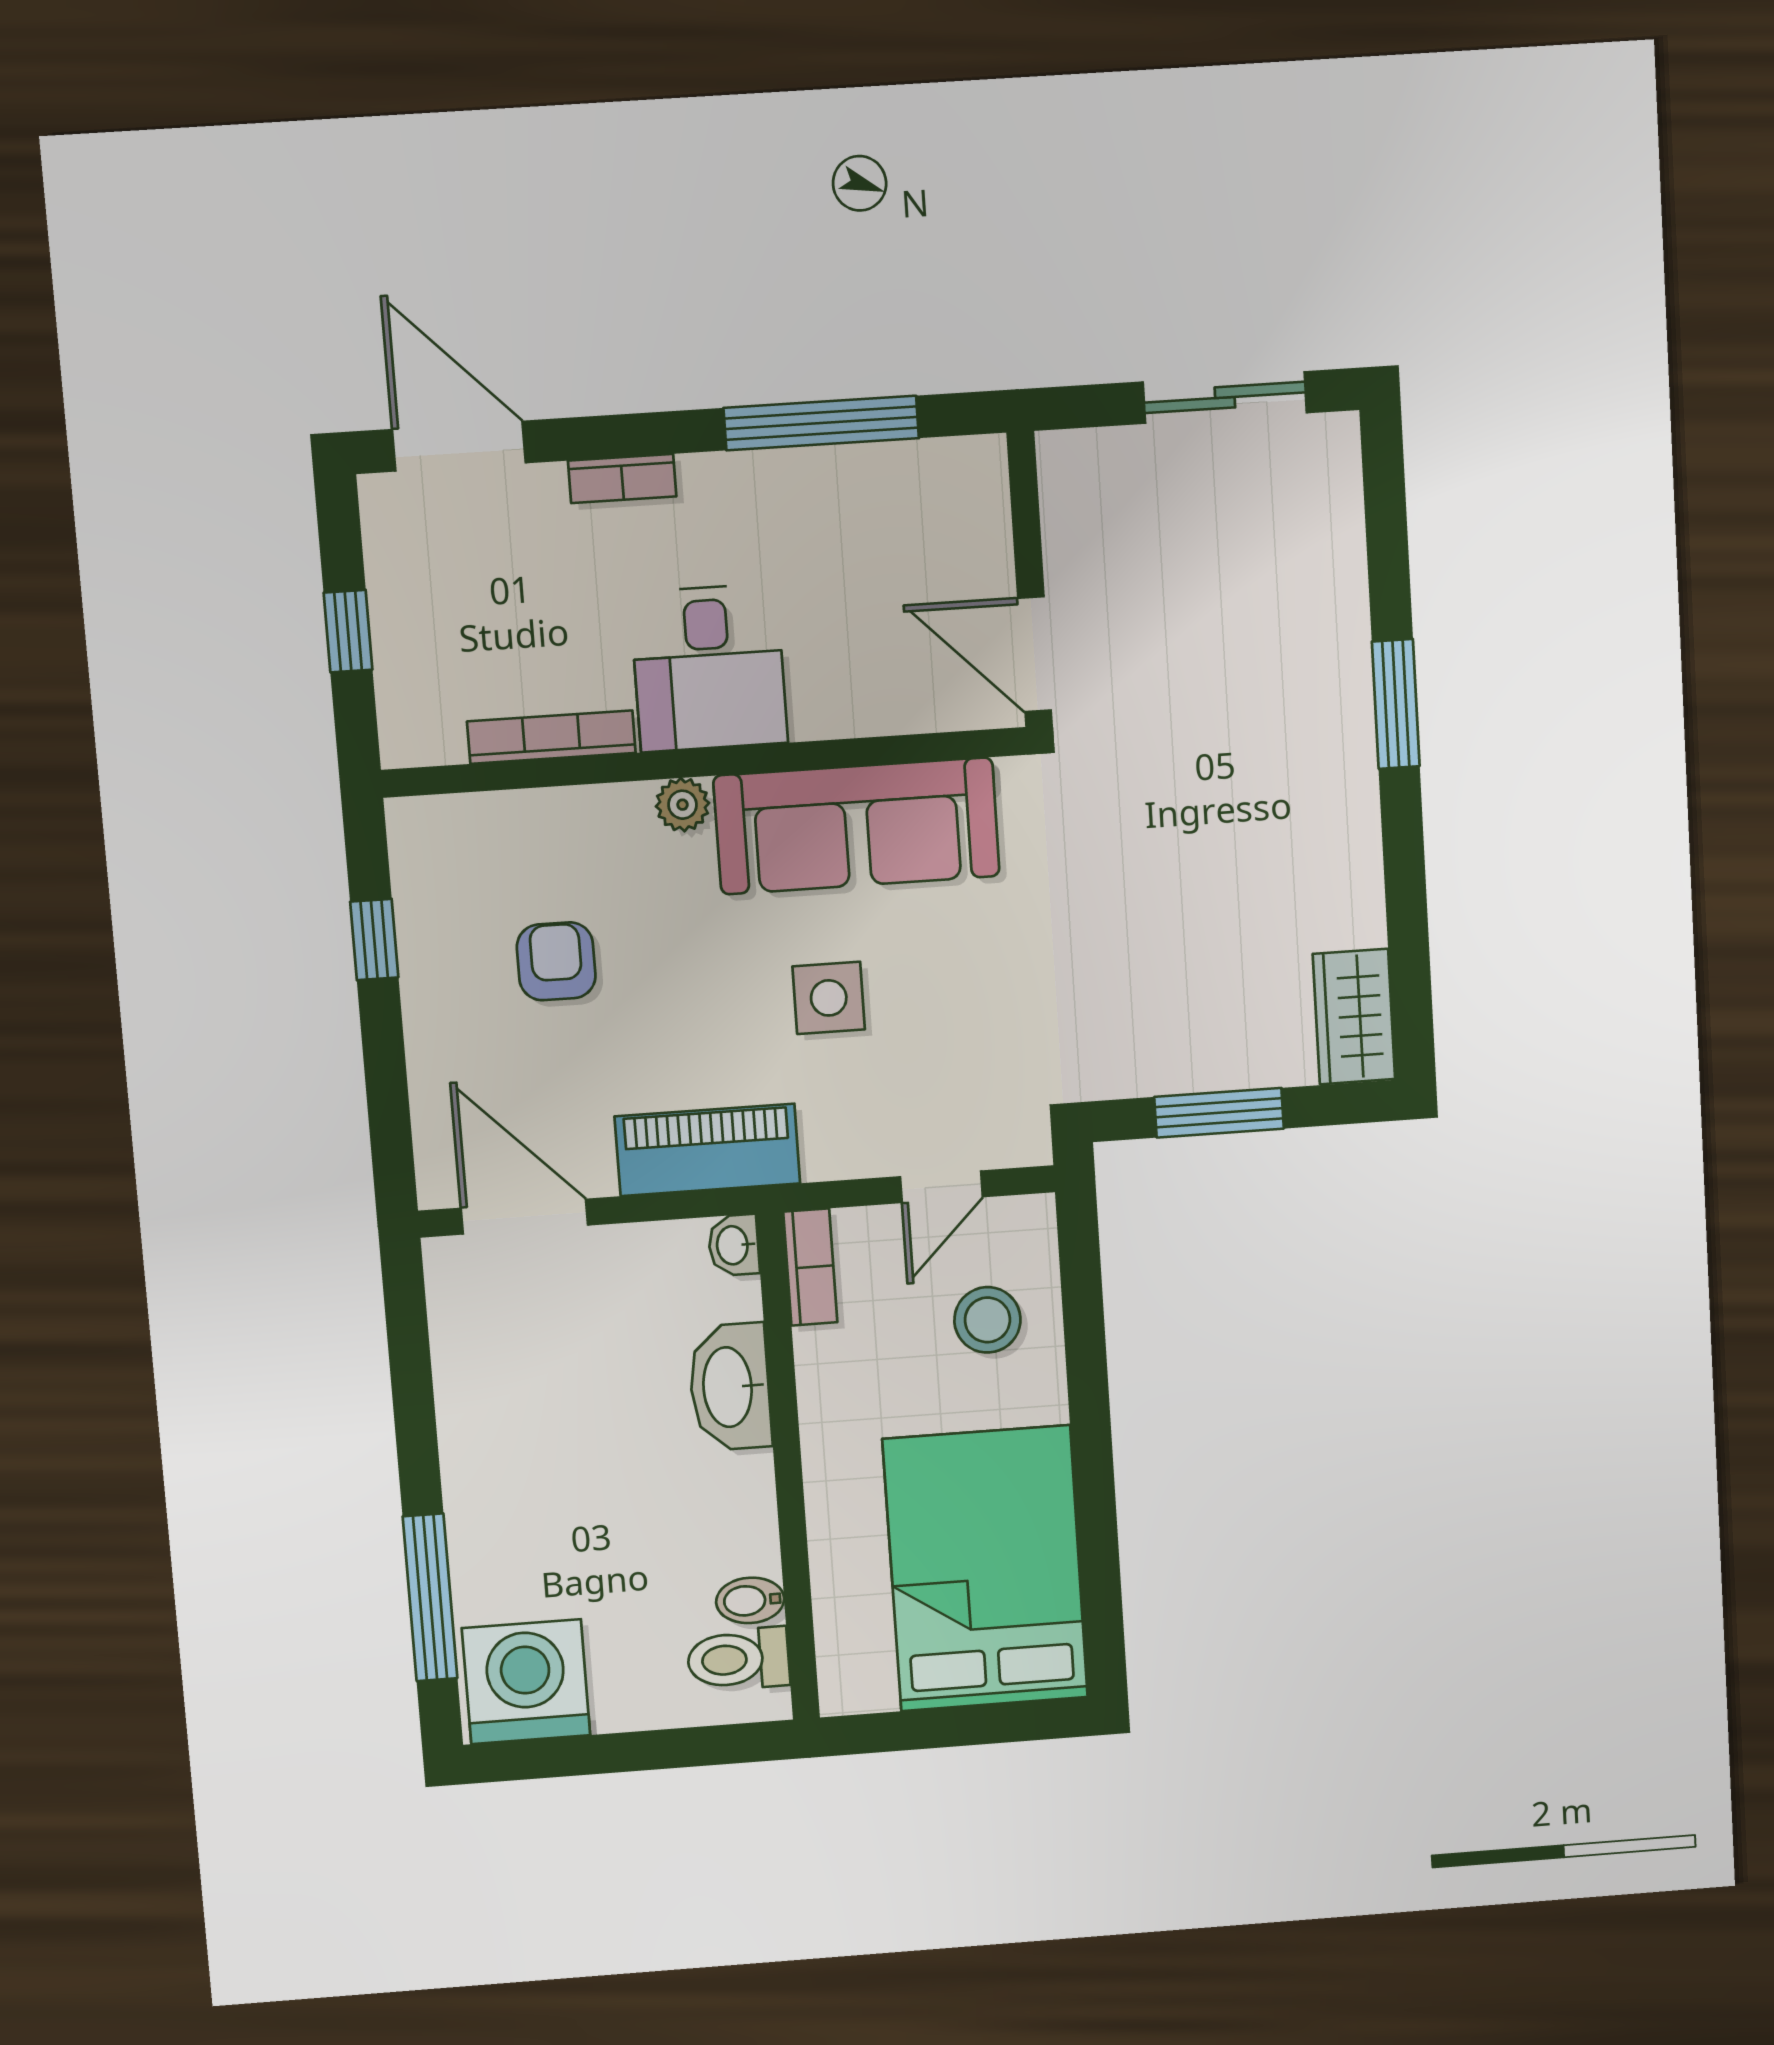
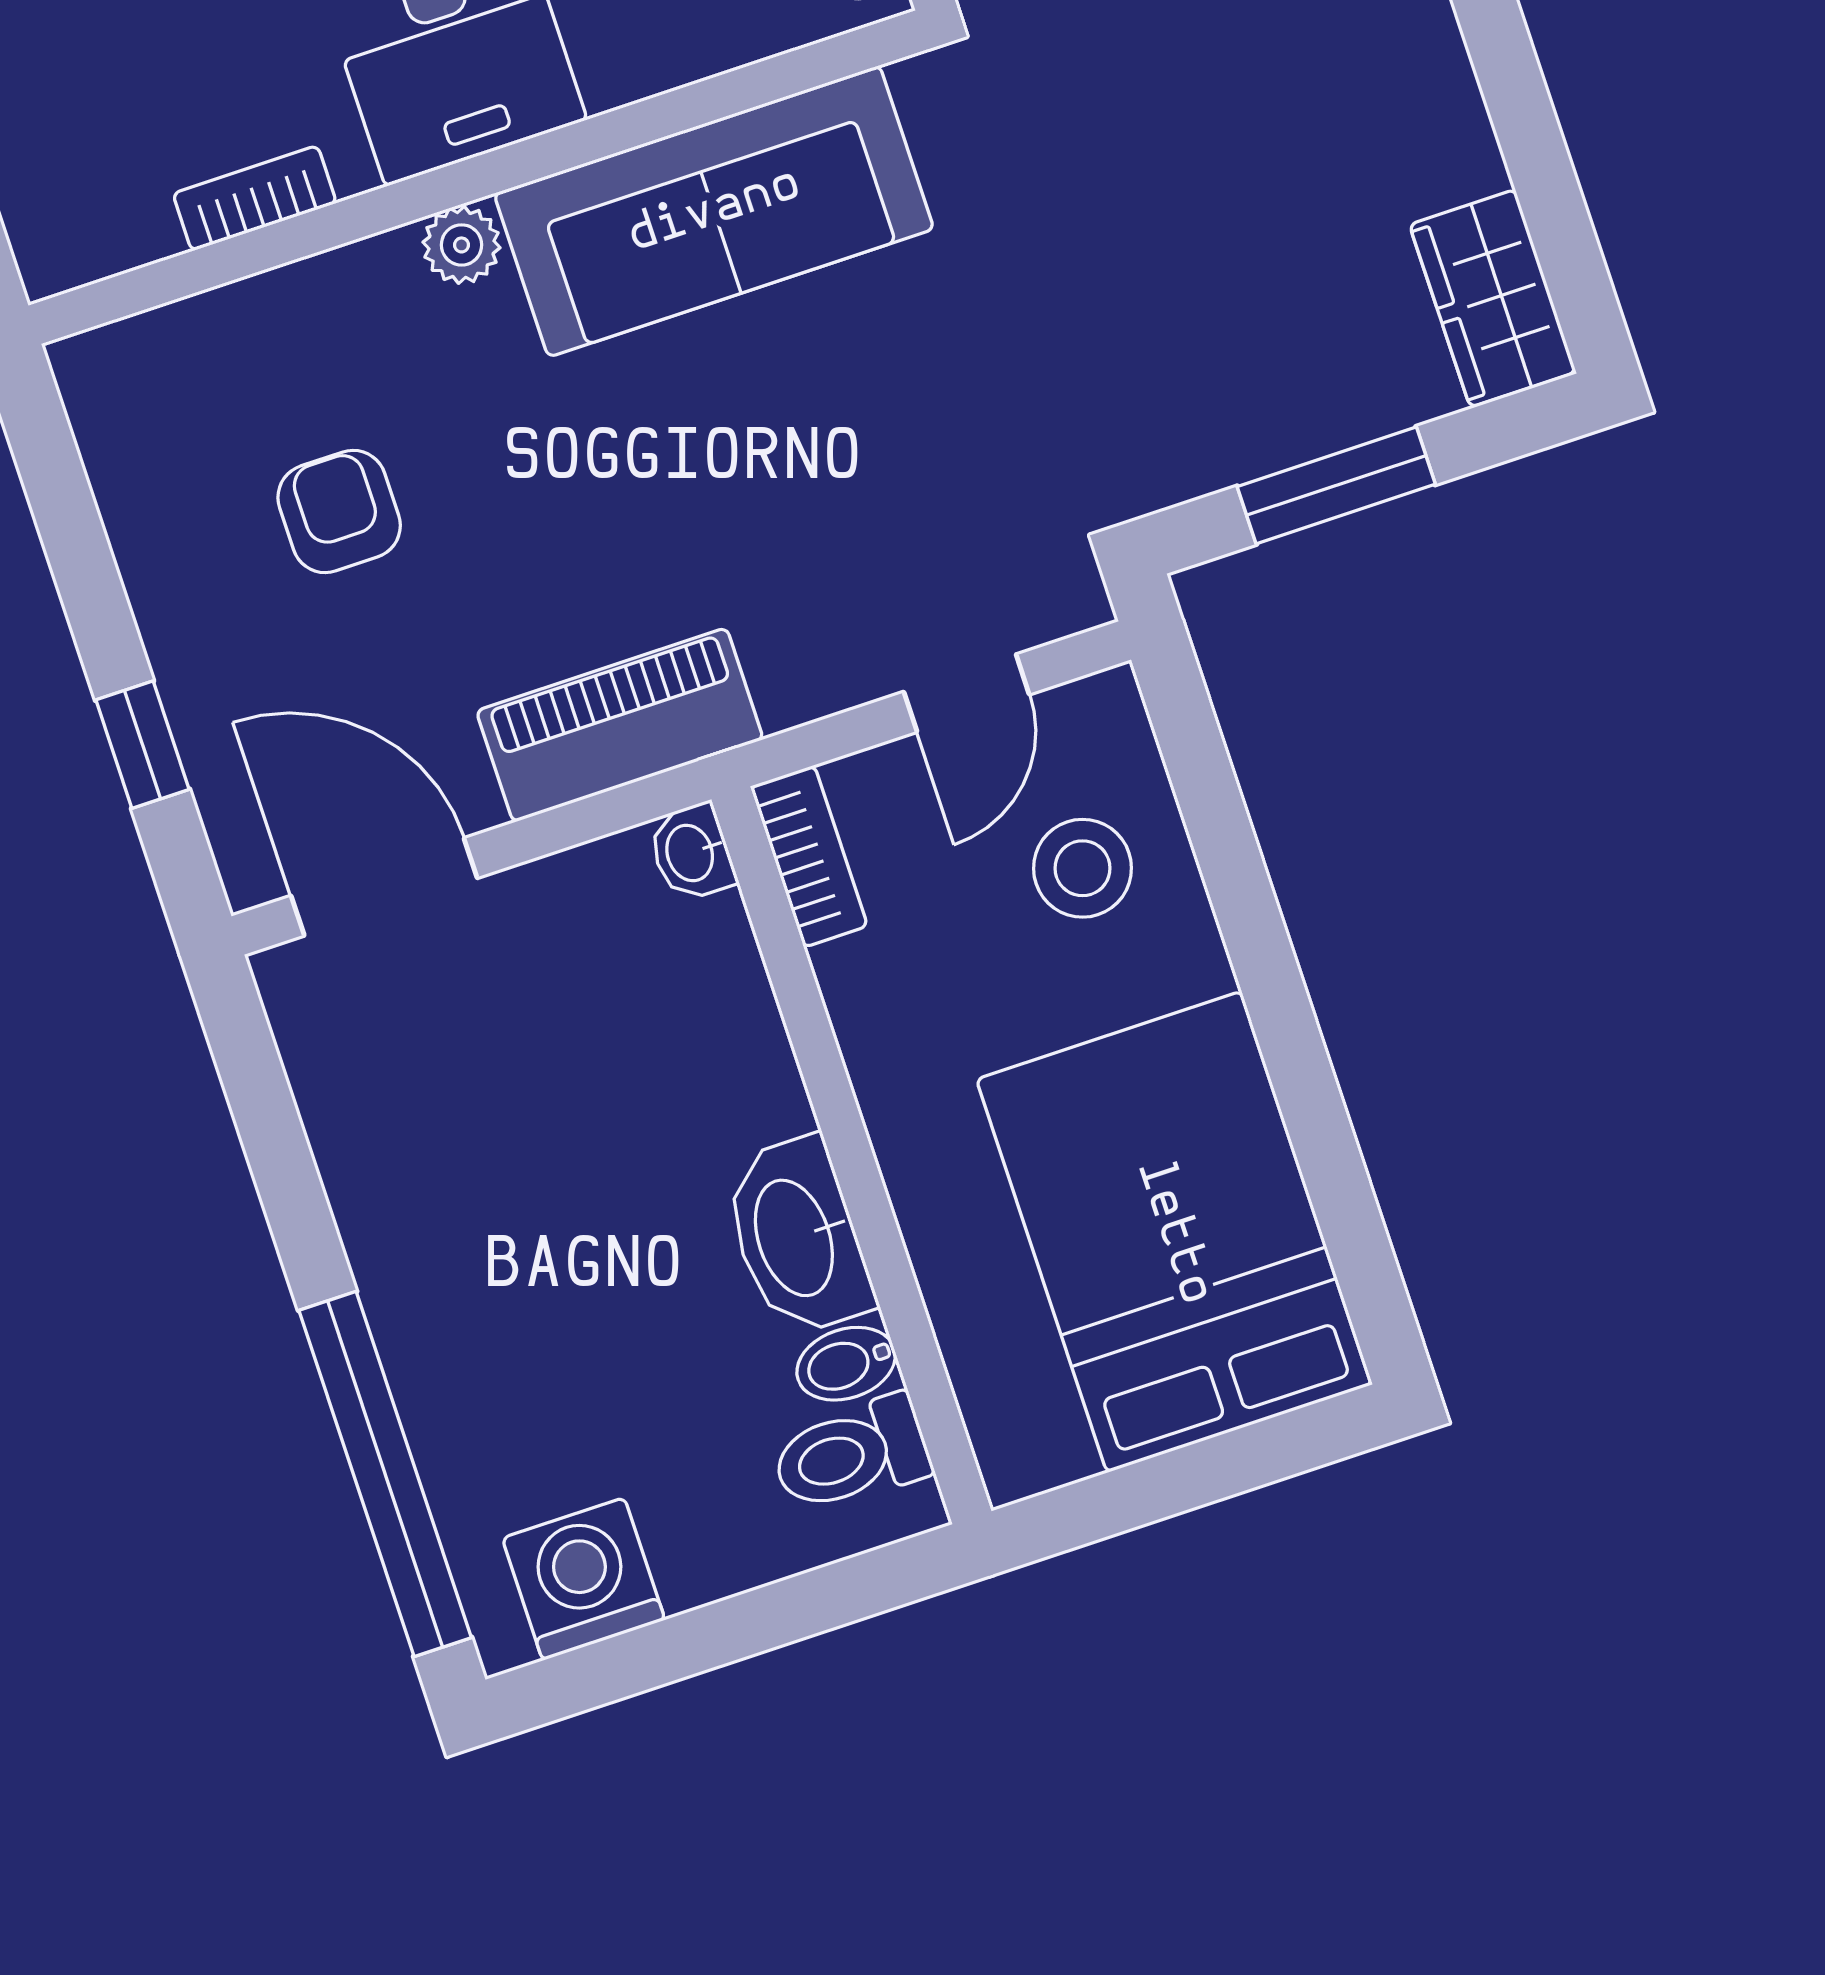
bookcase: (551, 737) -> (255, 198), width x0.64
window: (374, 940) -> (143, 745), moved
side table: (829, 998) -> (737, 464), removed
washbasin: (730, 1387) -> (797, 1237), moved
window: (430, 1597) -> (385, 1474), width x1.46
washing machine: (526, 1682) -> (584, 1579), width x0.73, depth x0.73

